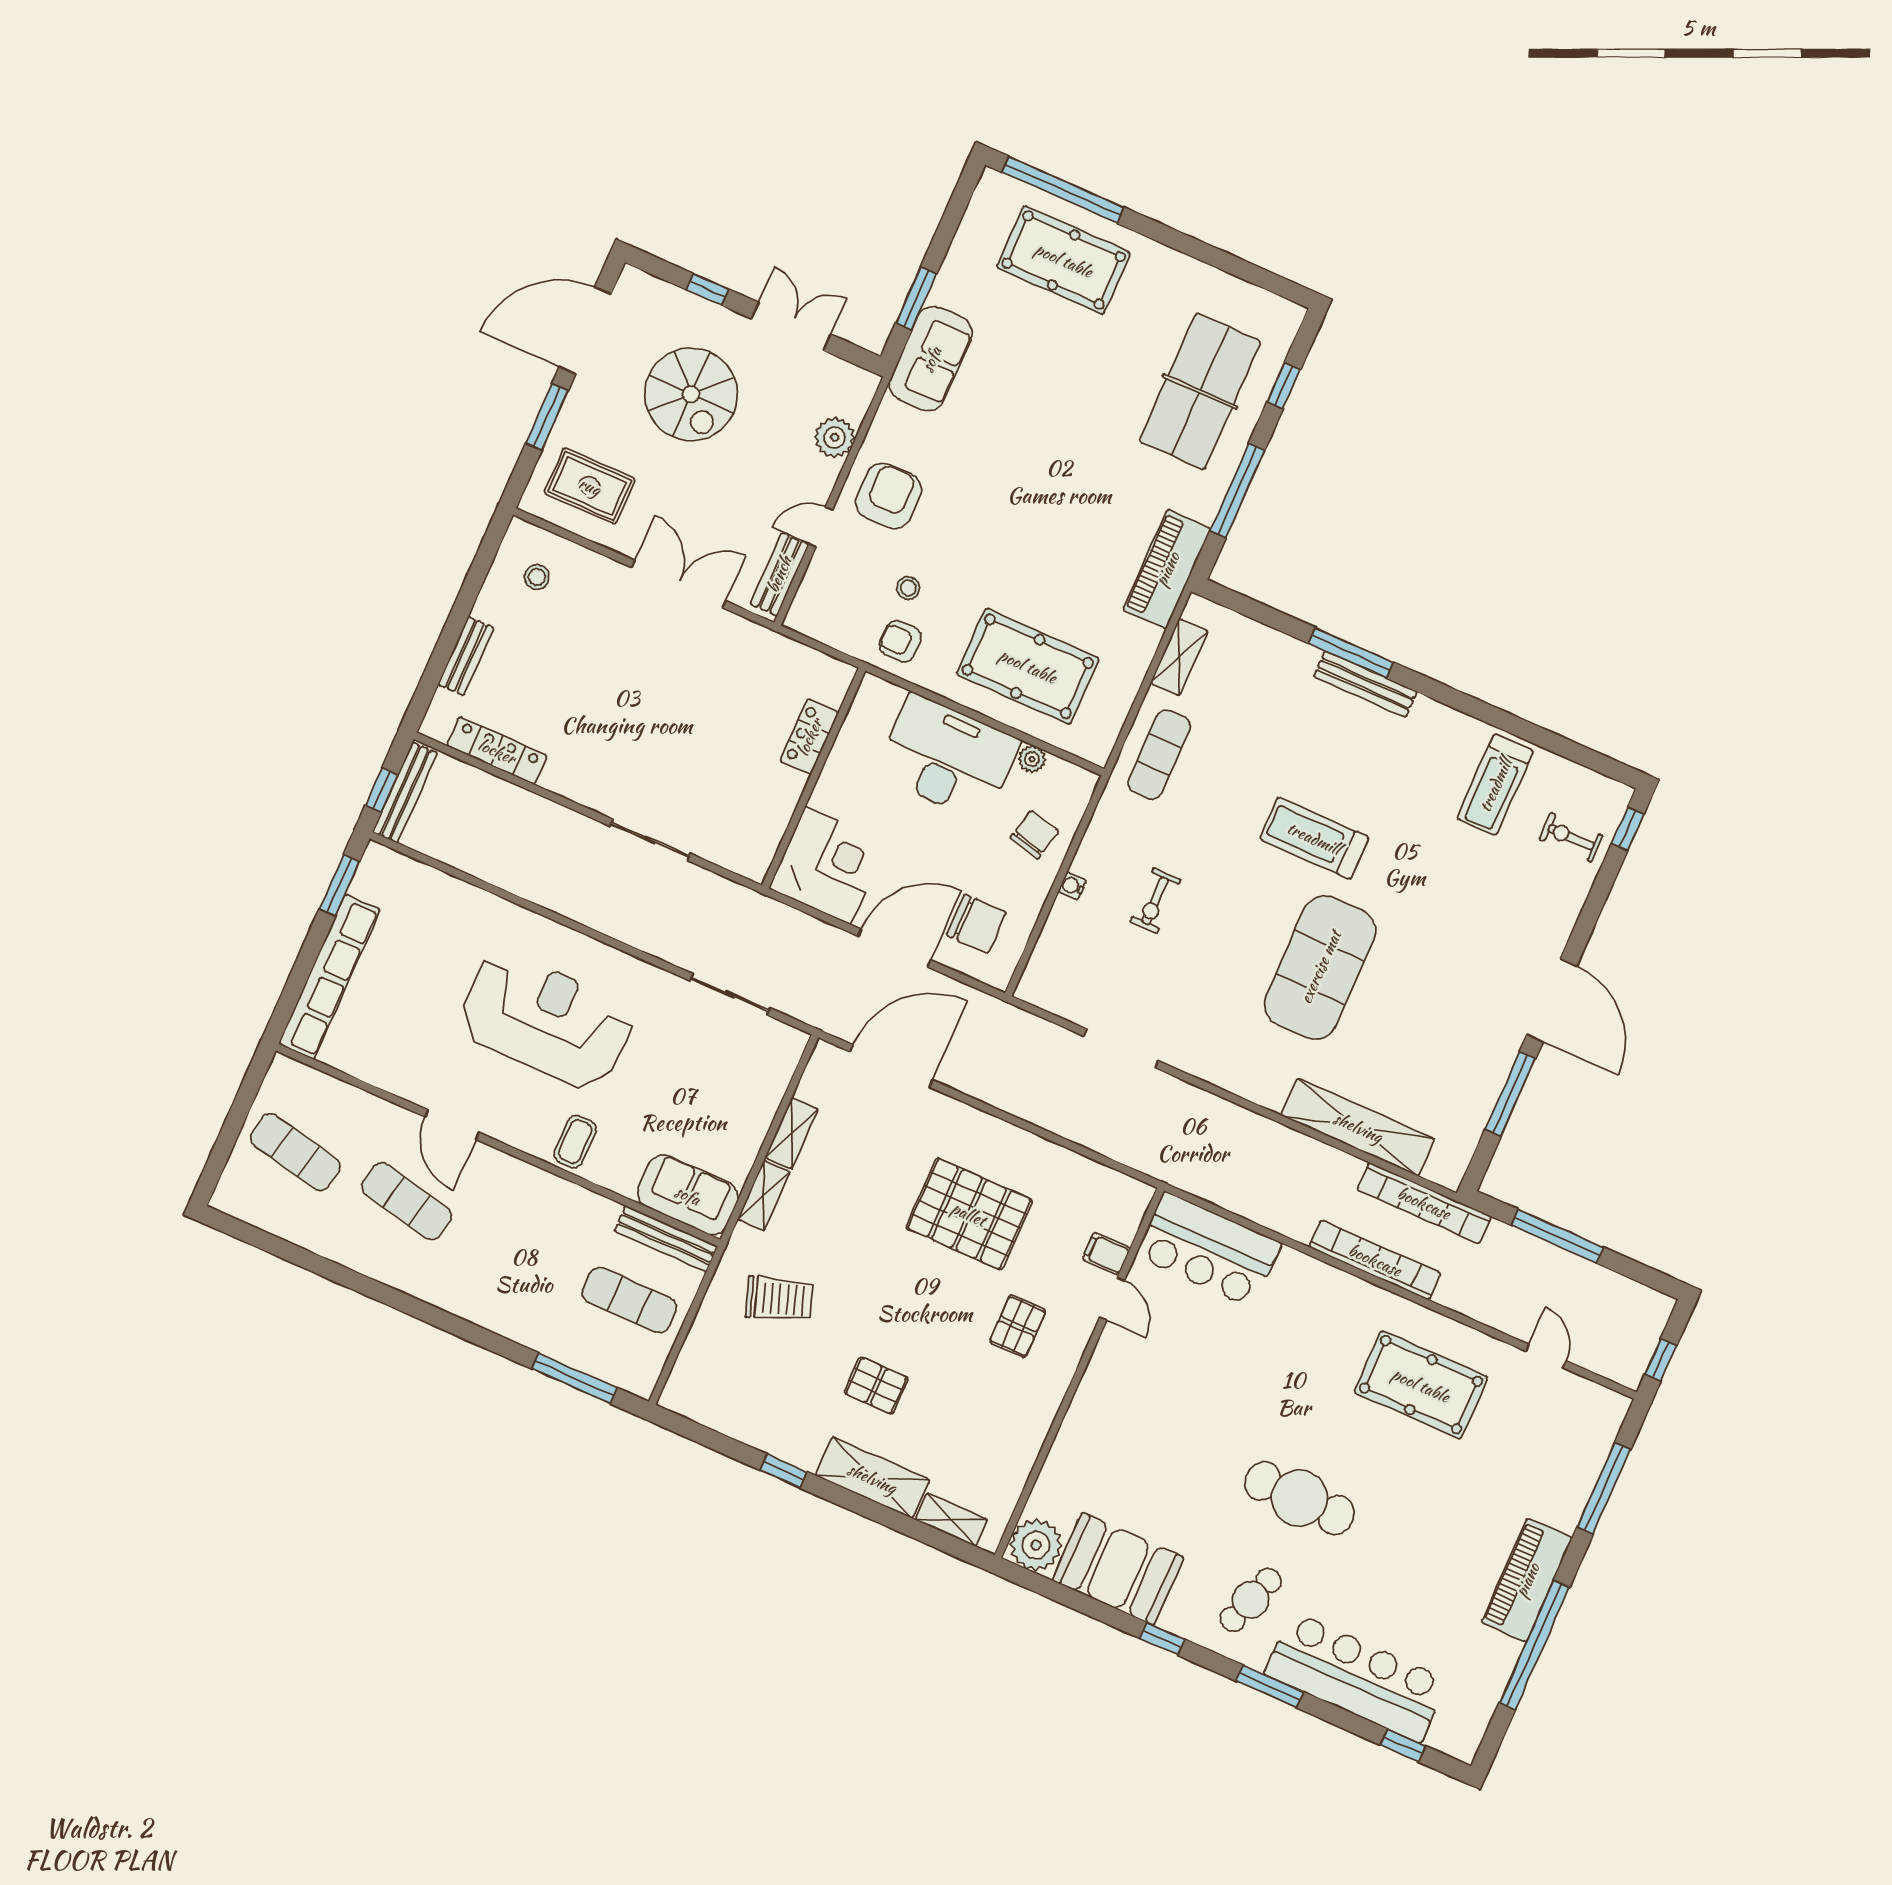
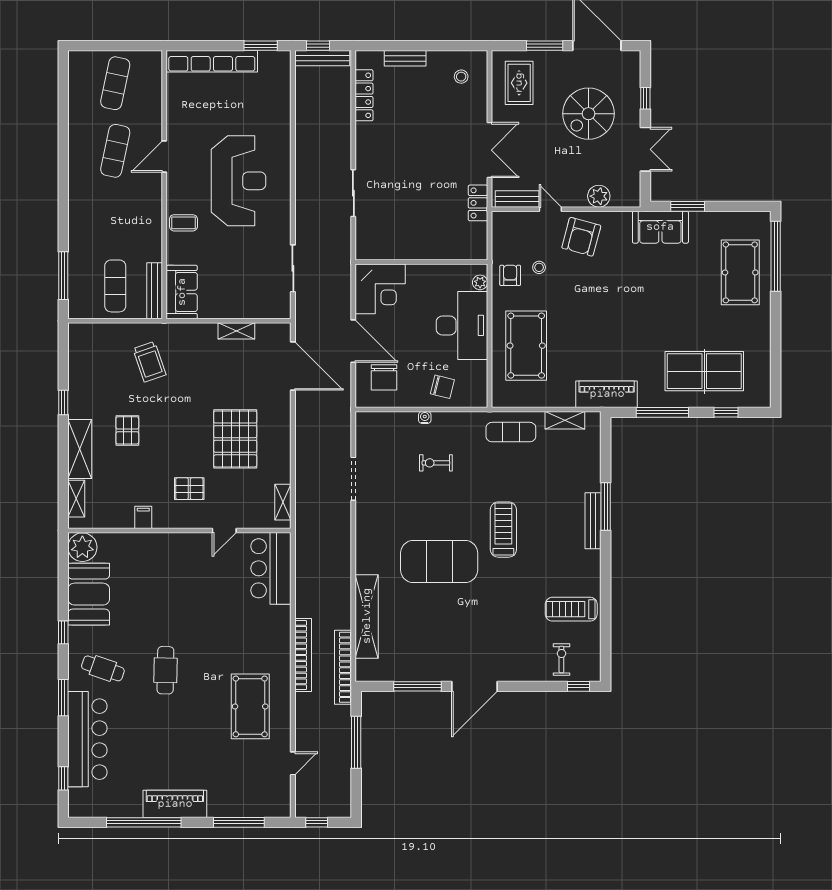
armchair: (889, 496) -> (581, 237), turned 105
locker: (809, 737) -> (478, 203), moved, turned -90
plant: (1032, 759) -> (480, 282), moved
shelving: (764, 1195) -> (283, 502), moved, turned 90
filing cabinet: (1106, 1254) -> (143, 517), moved
cafe table: (1299, 1498) -> (165, 670), width x0.73, depth x0.74

